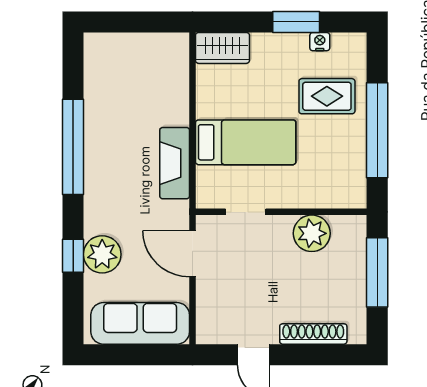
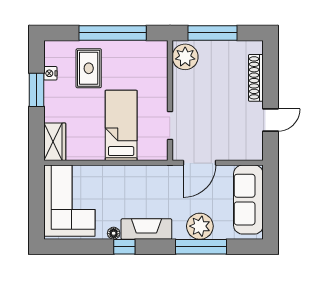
corner sofa: (139, 69) -> (69, 201), added
floor lamp: (92, 132) -> (114, 233), added
window: (73, 147) -> (124, 247), width x0.32
fireplace: (175, 163) -> (146, 229), moved, turned 180
plant: (312, 233) -> (185, 57), moved
window: (73, 256) -> (201, 247), width x2.17

